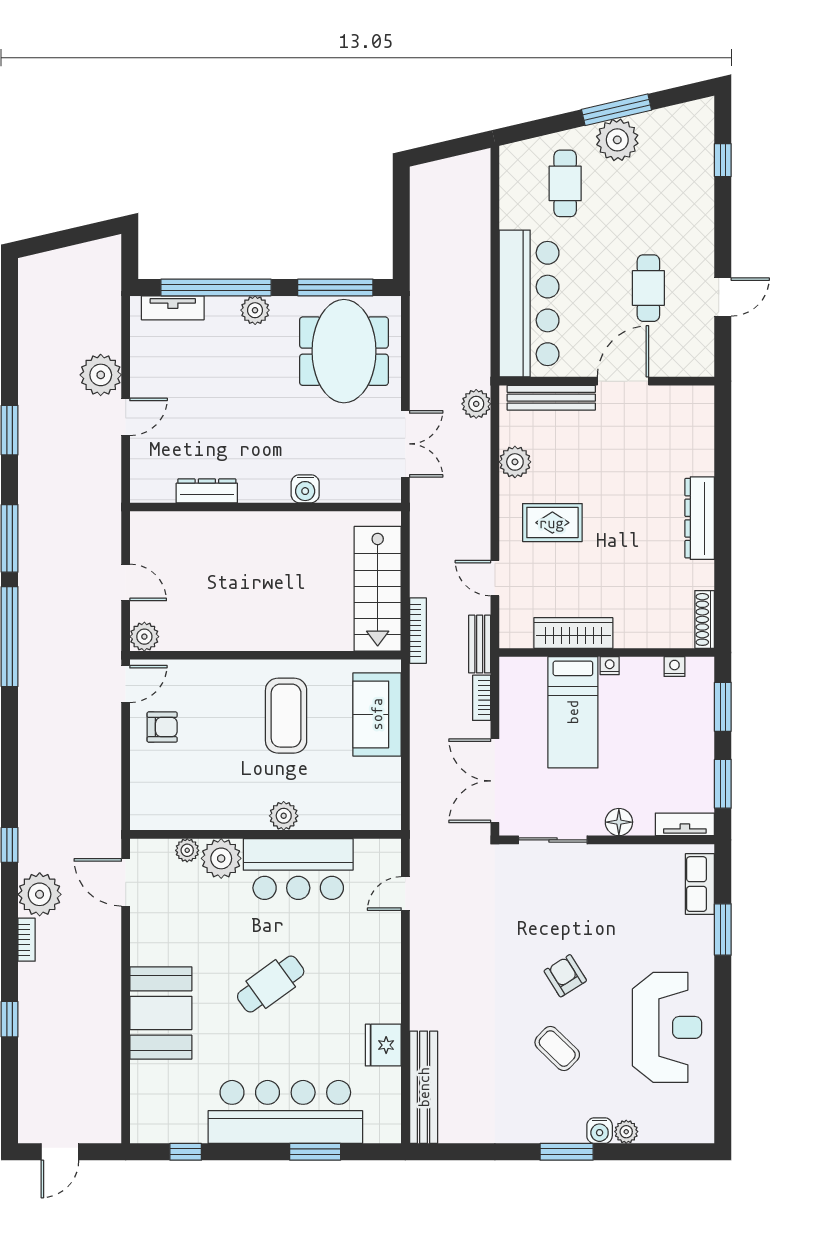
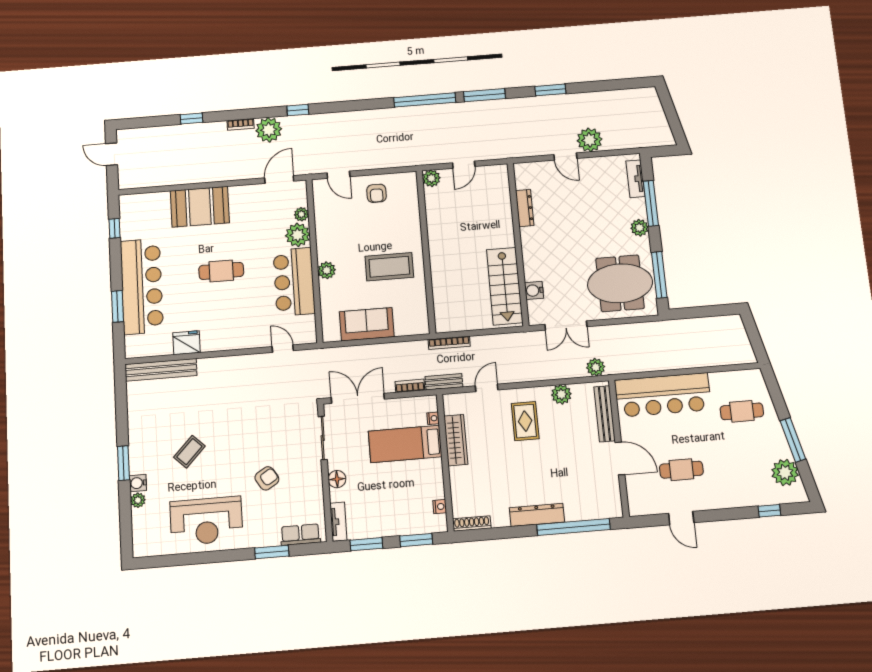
plant: (617, 140) -> (785, 472), moved
window: (216, 287) -> (651, 203), width x0.68
window: (723, 464) -> (573, 527), added
water cooler: (305, 489) -> (534, 290), moved
stairs: (378, 589) -> (505, 286), moved, turned -90
nightstand: (610, 666) -> (433, 418), moved
door: (126, 684) -> (338, 175), moved
sofa: (377, 714) -> (367, 324), moved
armchair: (565, 976) -> (267, 478), moved
cafe table: (271, 984) -> (221, 271), turned -54

